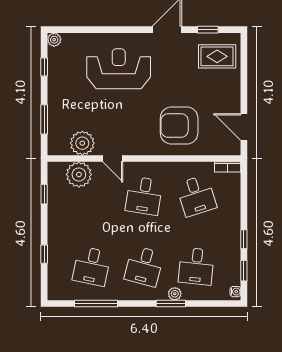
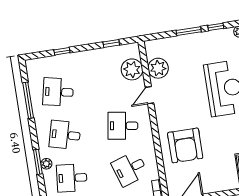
window: (44, 119) -> (189, 31), moved
armchair: (179, 125) -> (185, 145), turned 180

